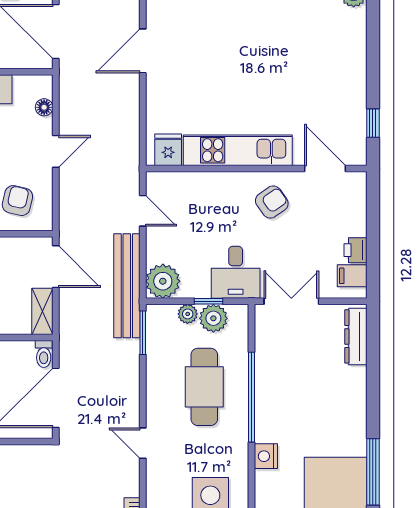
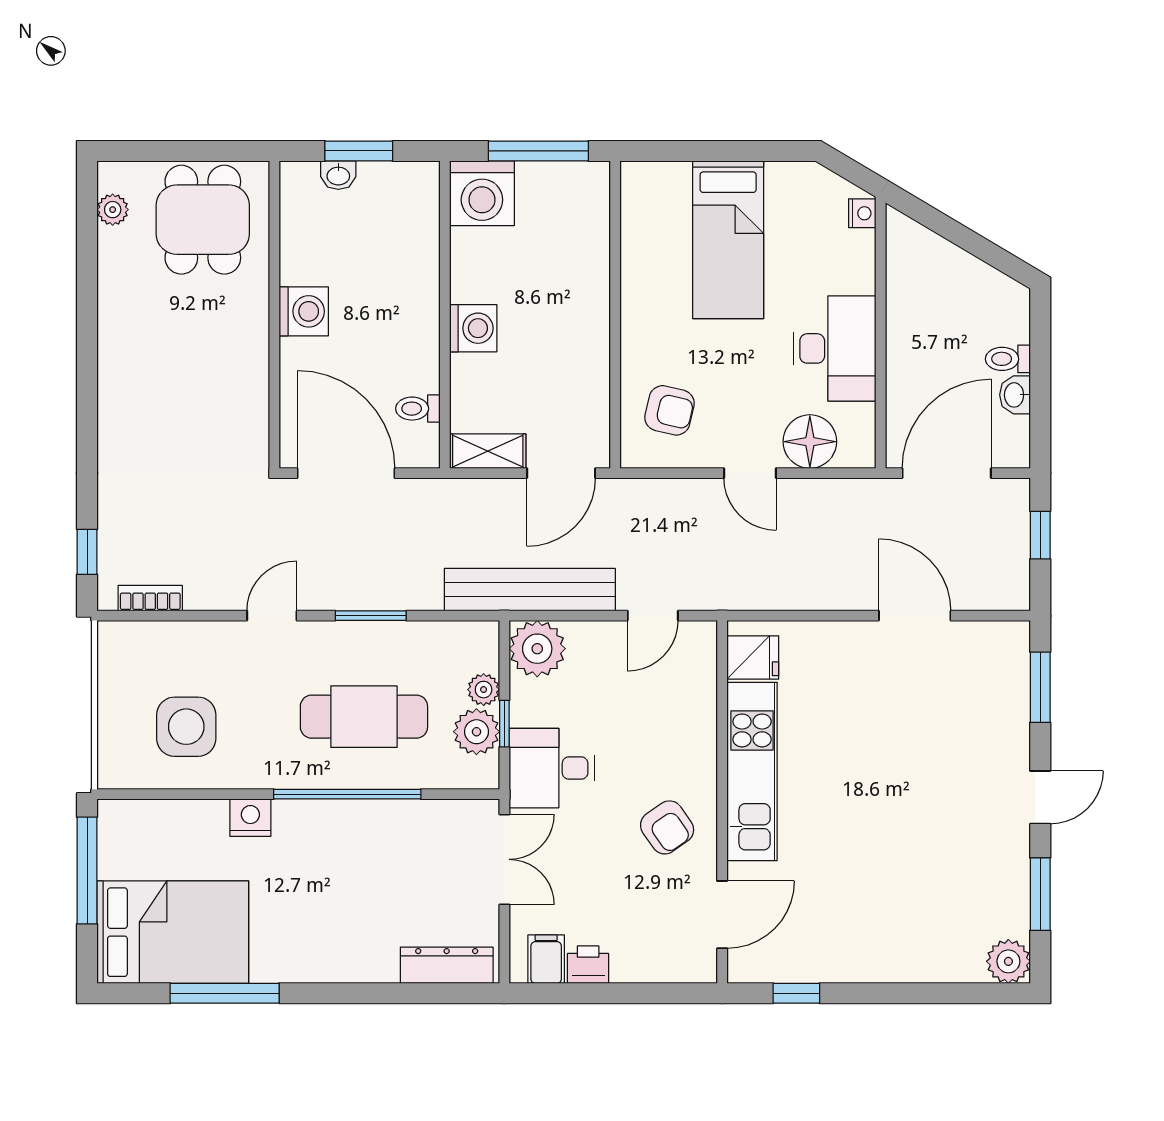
floor lamp: (44, 107) -> (810, 442), width x1.89, depth x1.89
window: (143, 333) -> (371, 616), moved
toilet: (44, 354) -> (418, 409), moved

